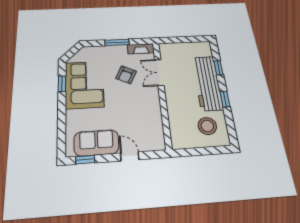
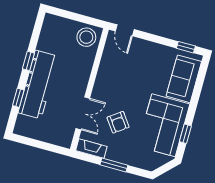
armchair: (126, 75) -> (118, 122), turned 118
stool: (207, 126) -> (86, 37), moved
sofa: (96, 143) -> (184, 79), moved, turned 90
door: (130, 156) -> (125, 30), moved

